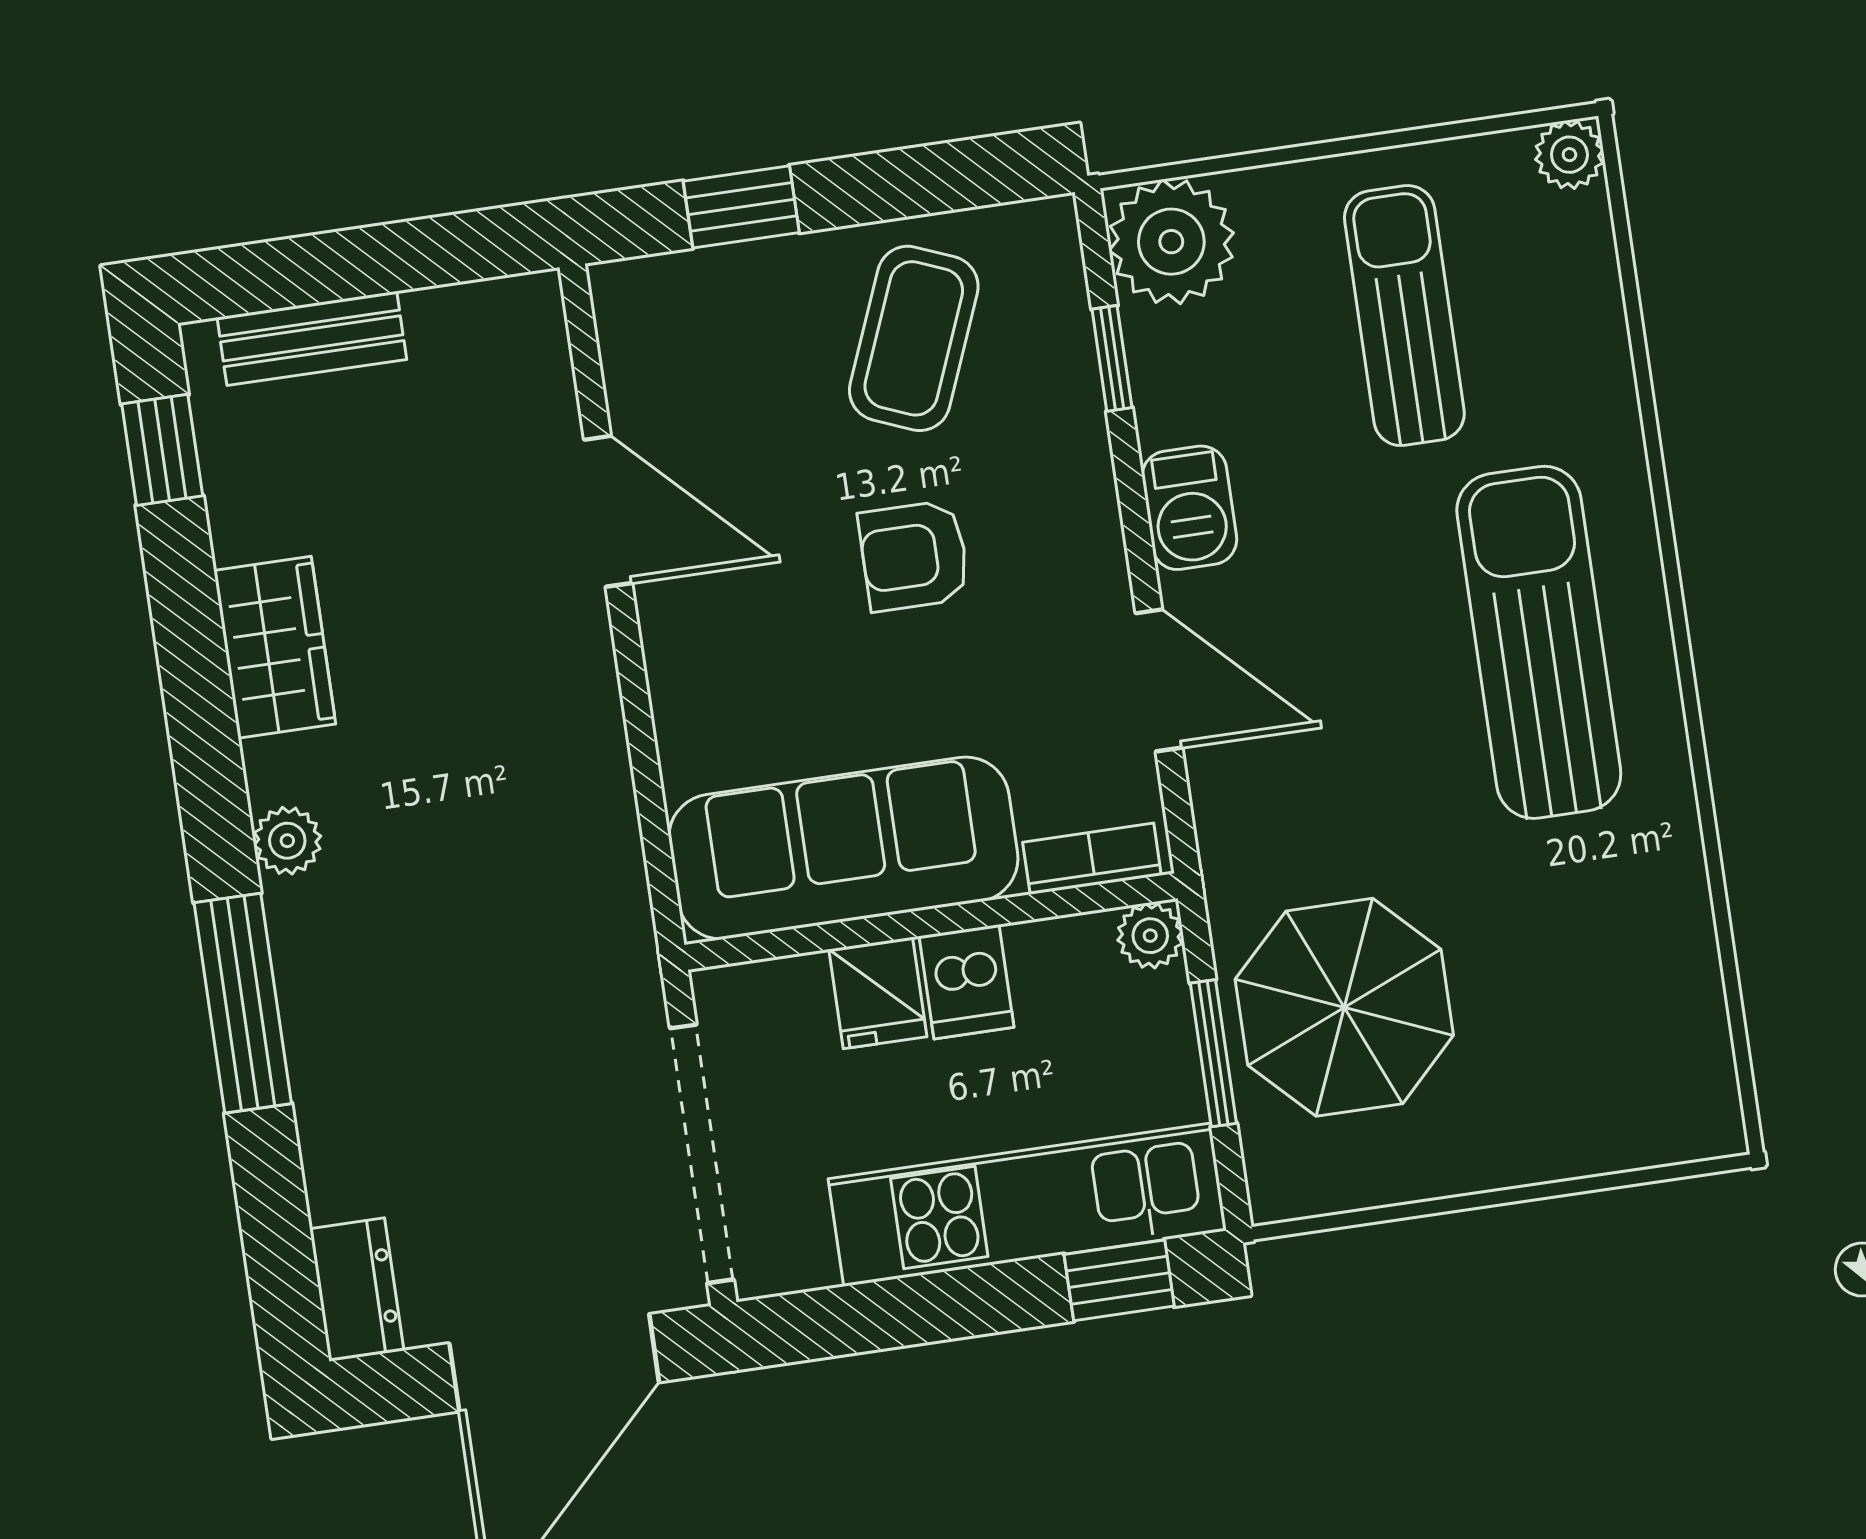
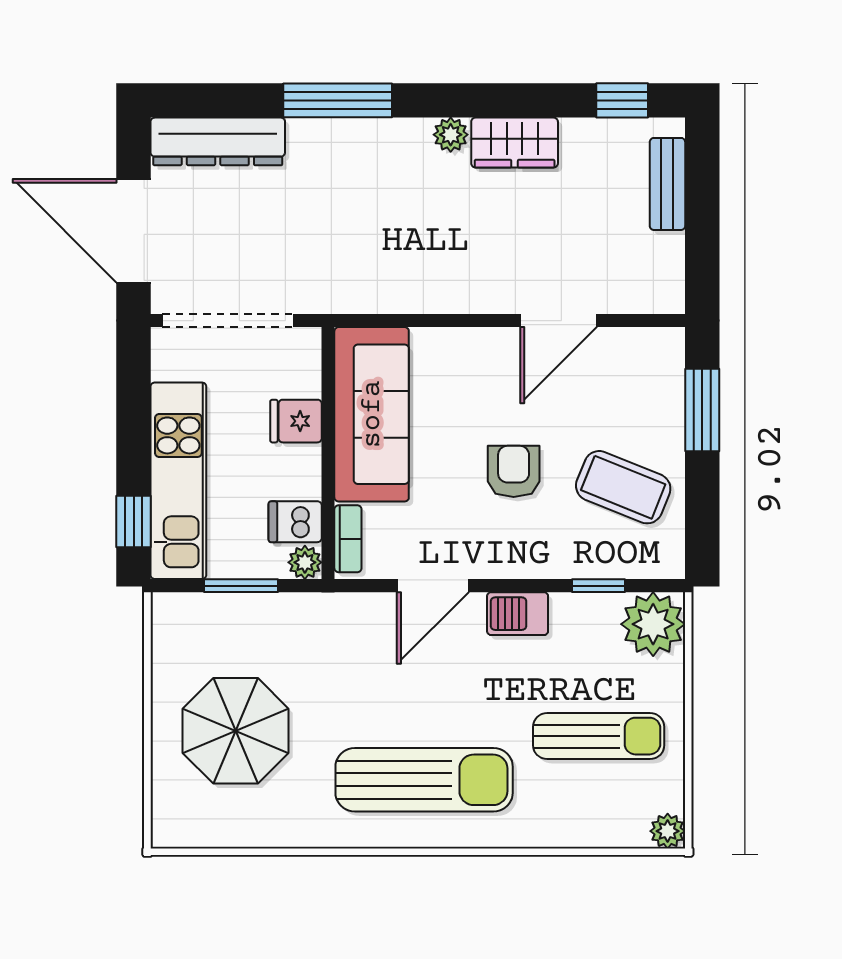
window: (741, 207) -> (702, 410), width x1.50
plant: (287, 841) -> (451, 135), moved
dishwasher: (967, 982) -> (295, 522), moved
parasol: (1344, 1007) -> (236, 731), moved
dresser: (357, 1290) -> (218, 141), width x1.96, depth x1.24

